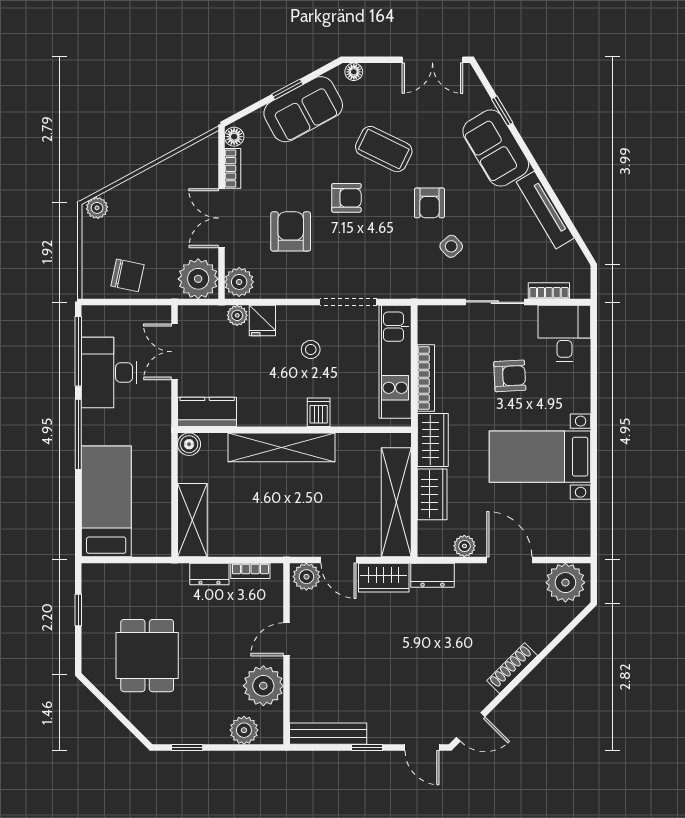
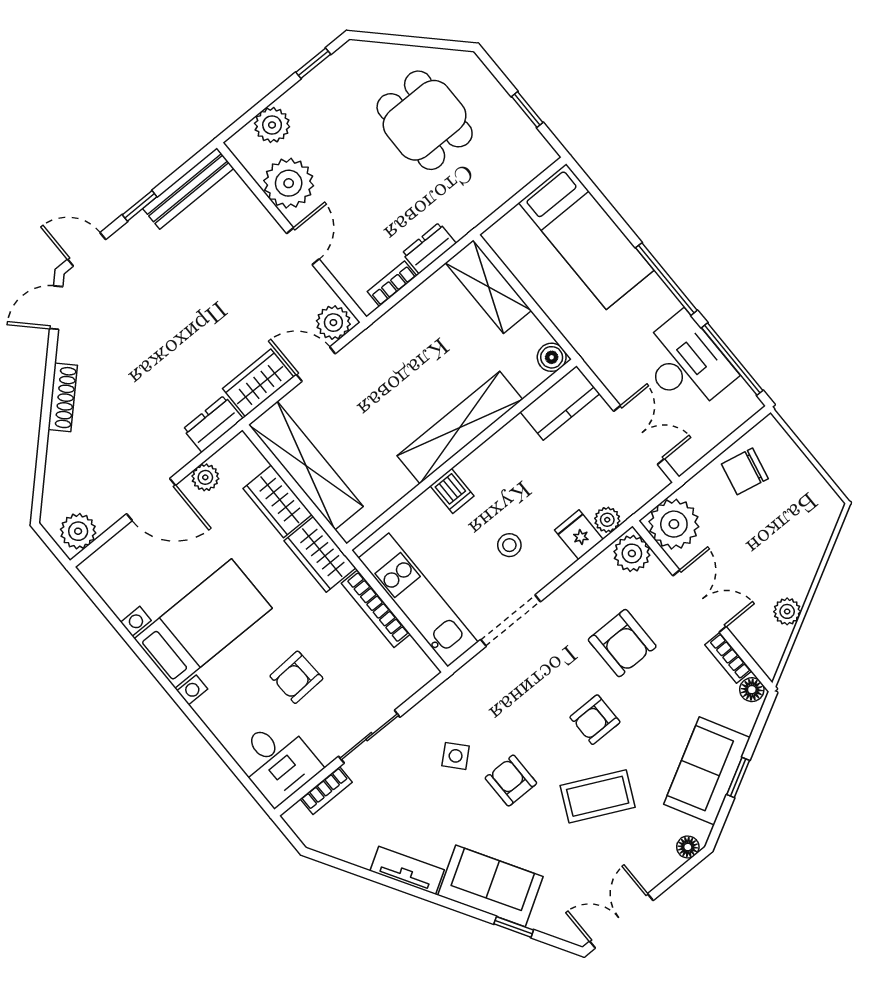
plant: (97, 208) -> (787, 611), moved
tv unit: (545, 210) -> (407, 870), width x0.71
plant: (565, 583) -> (78, 531), width x0.73, depth x0.73

